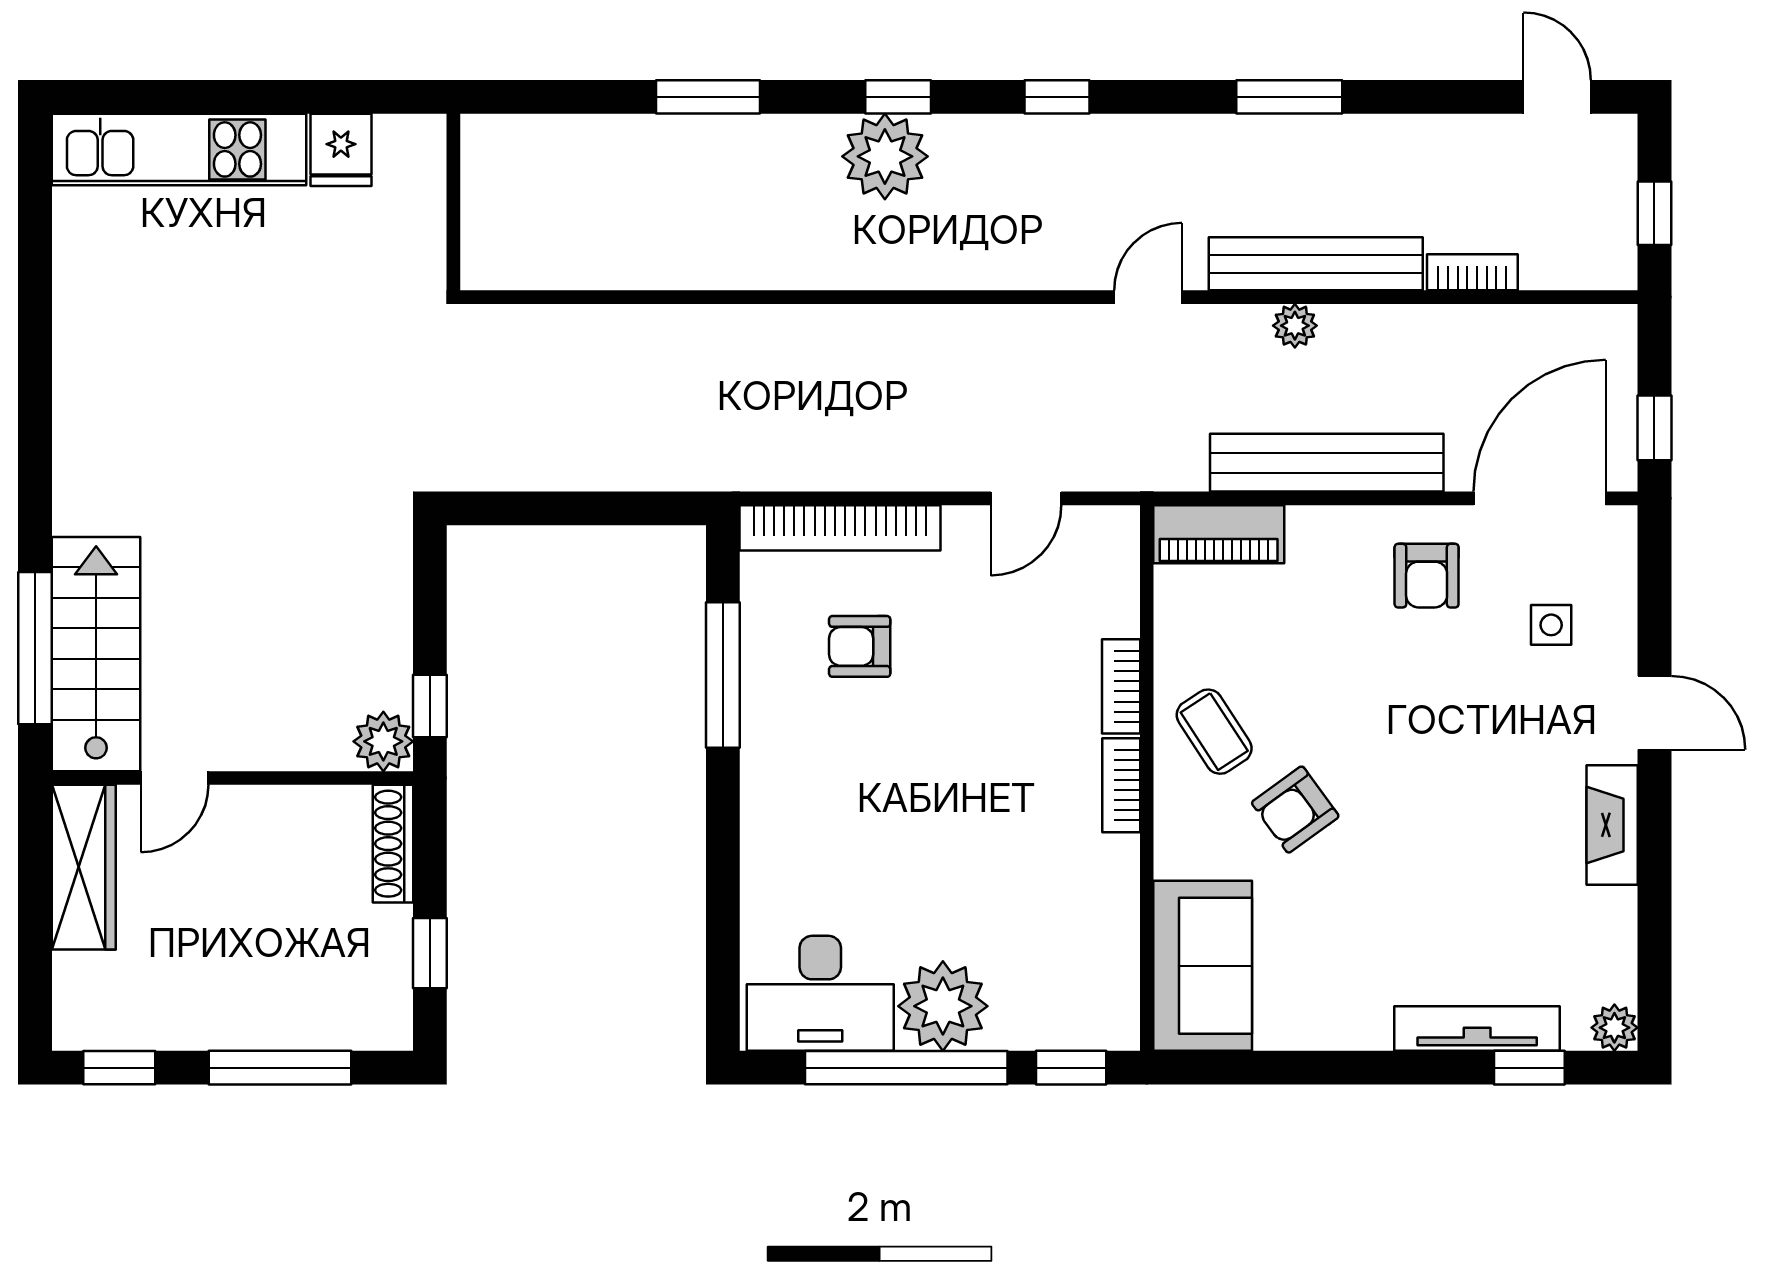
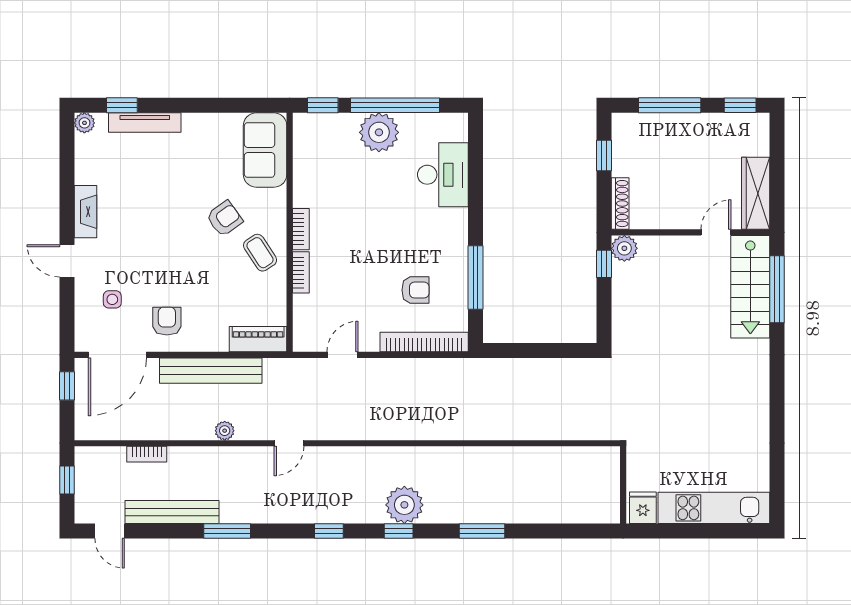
wall: (453, 202) -> (623, 485), moved
bench: (1316, 264) -> (172, 512), moved
desk: (820, 993) -> (443, 175), moved, turned 90

